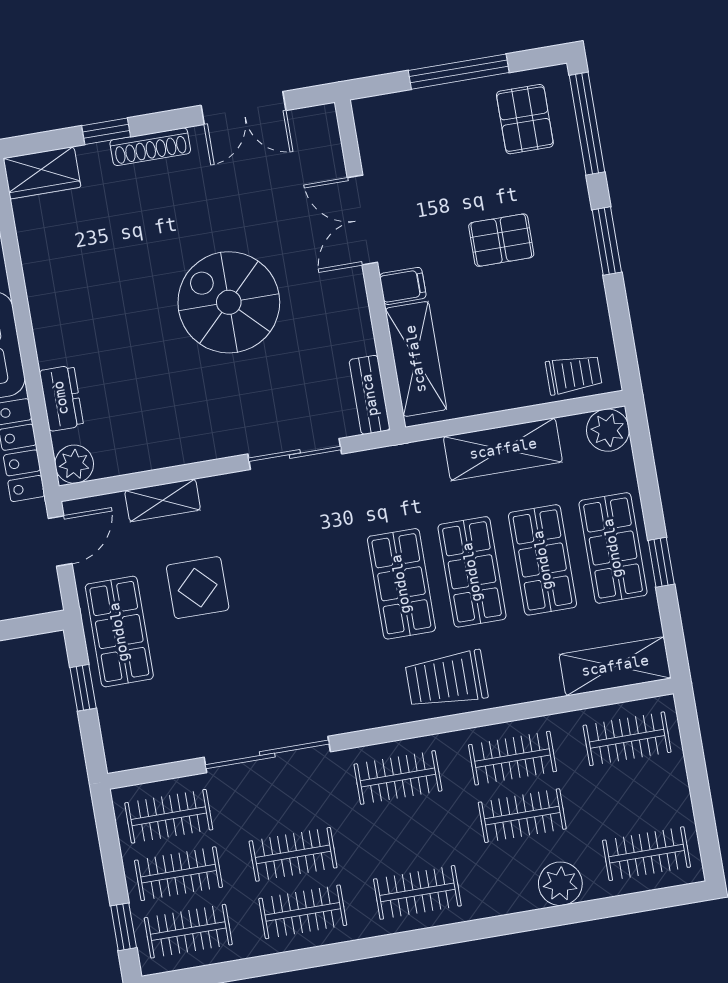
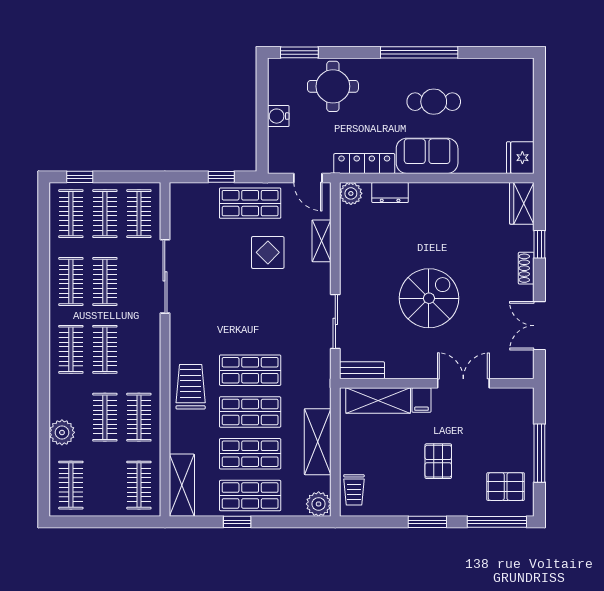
shoe rack: (150, 147) -> (526, 268), width x0.70
clothes rail: (398, 777) -> (105, 349), moved

